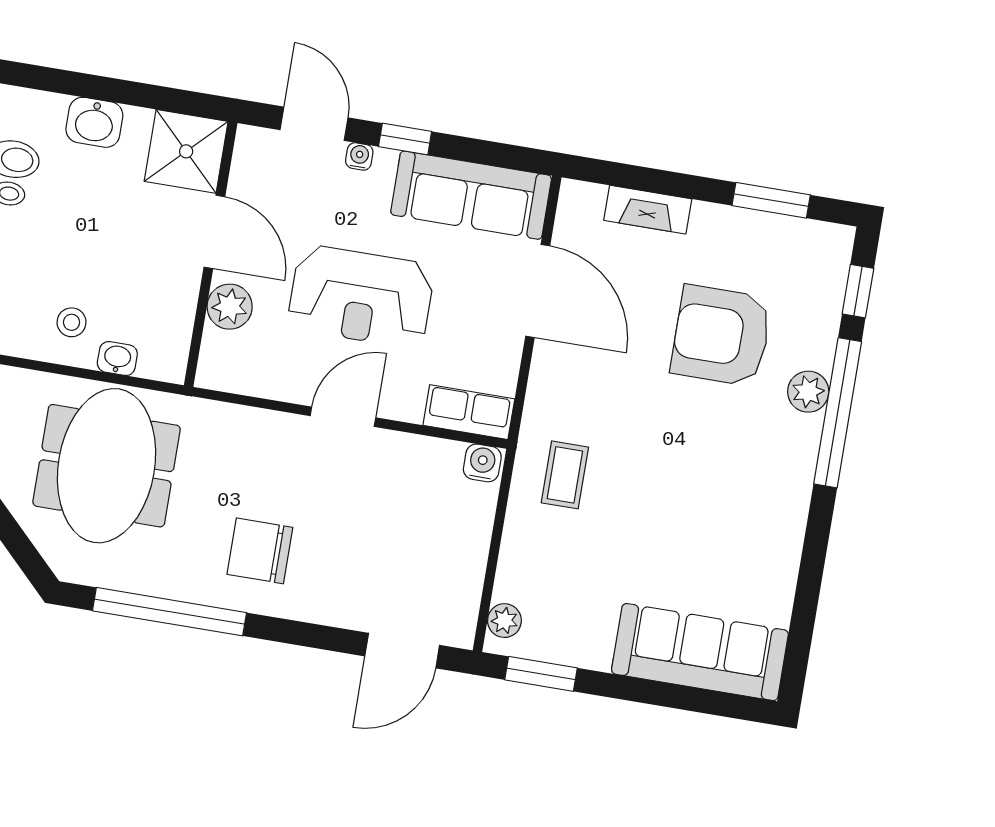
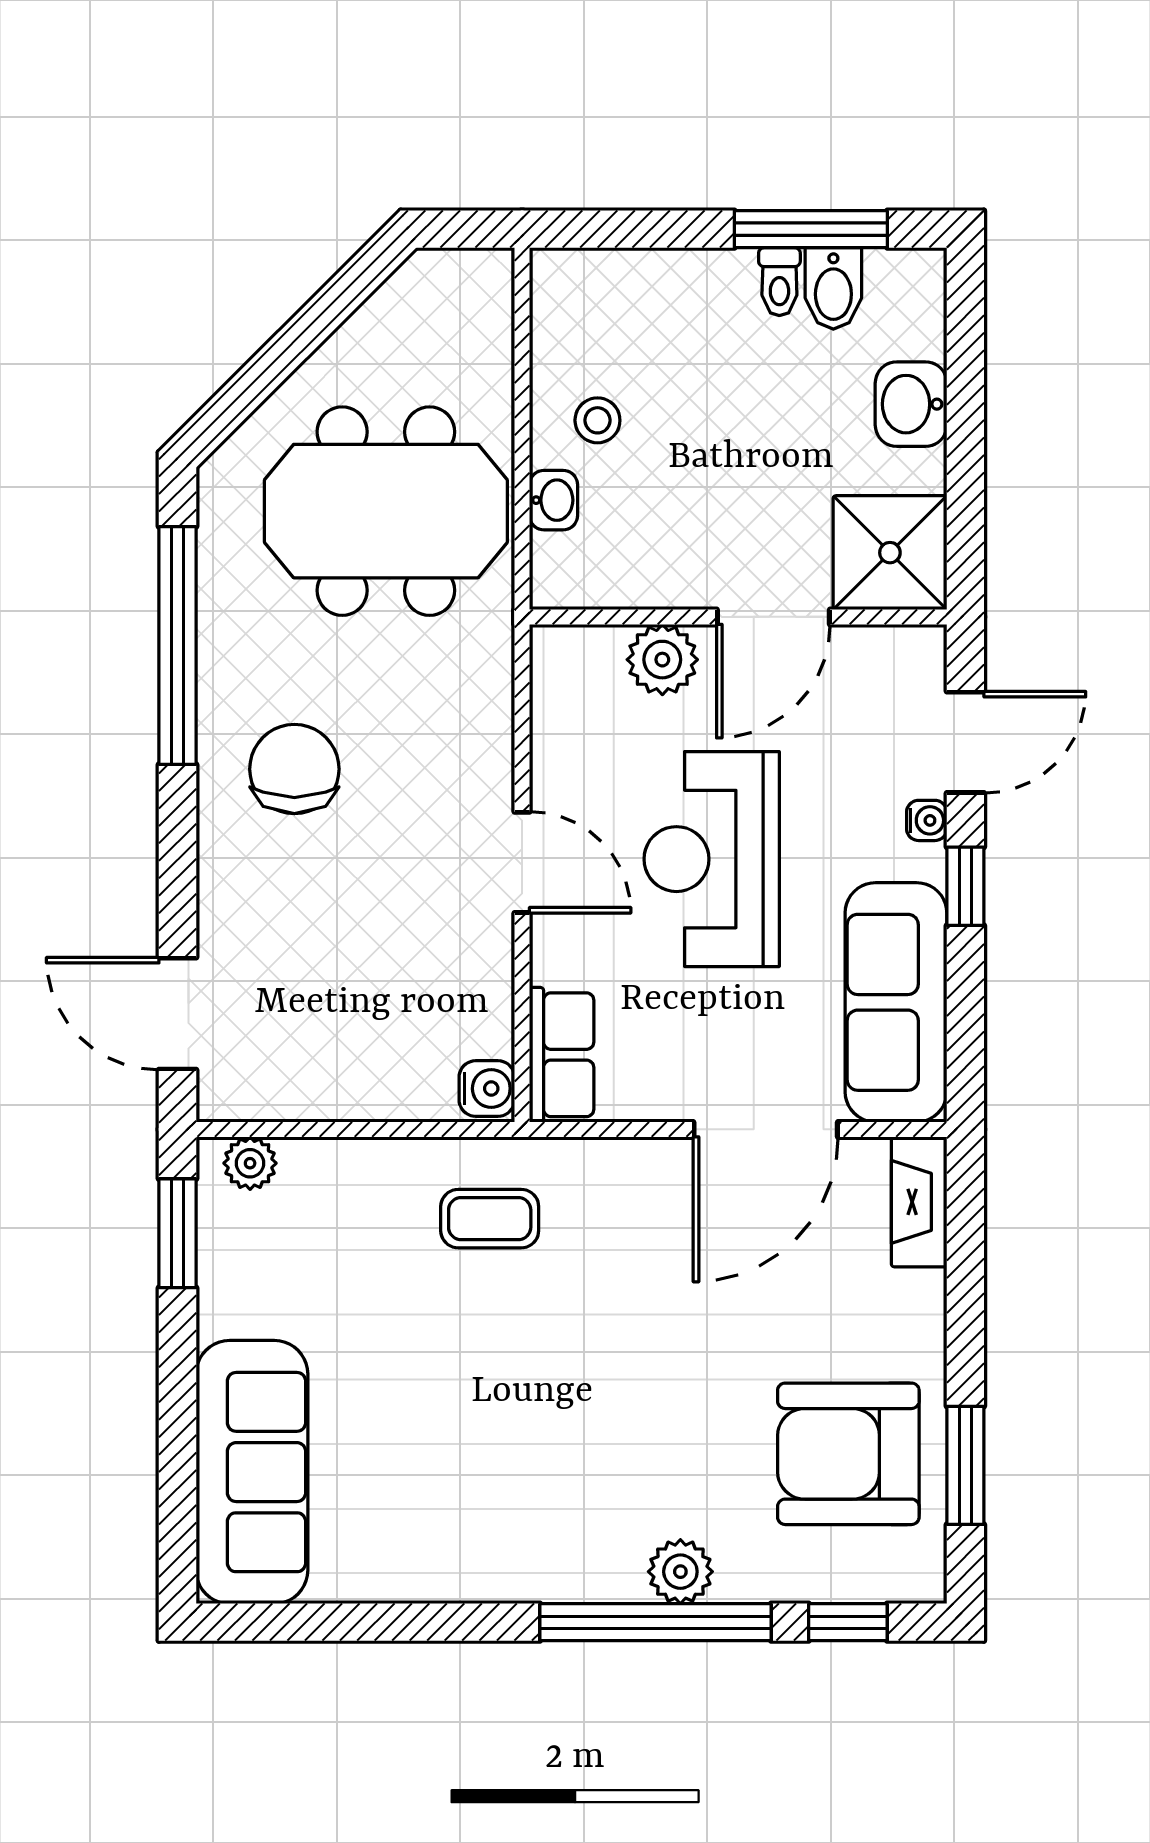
fireplace: (648, 210) -> (919, 1202), moved
armchair: (721, 336) -> (848, 1454), moved, turned -90

